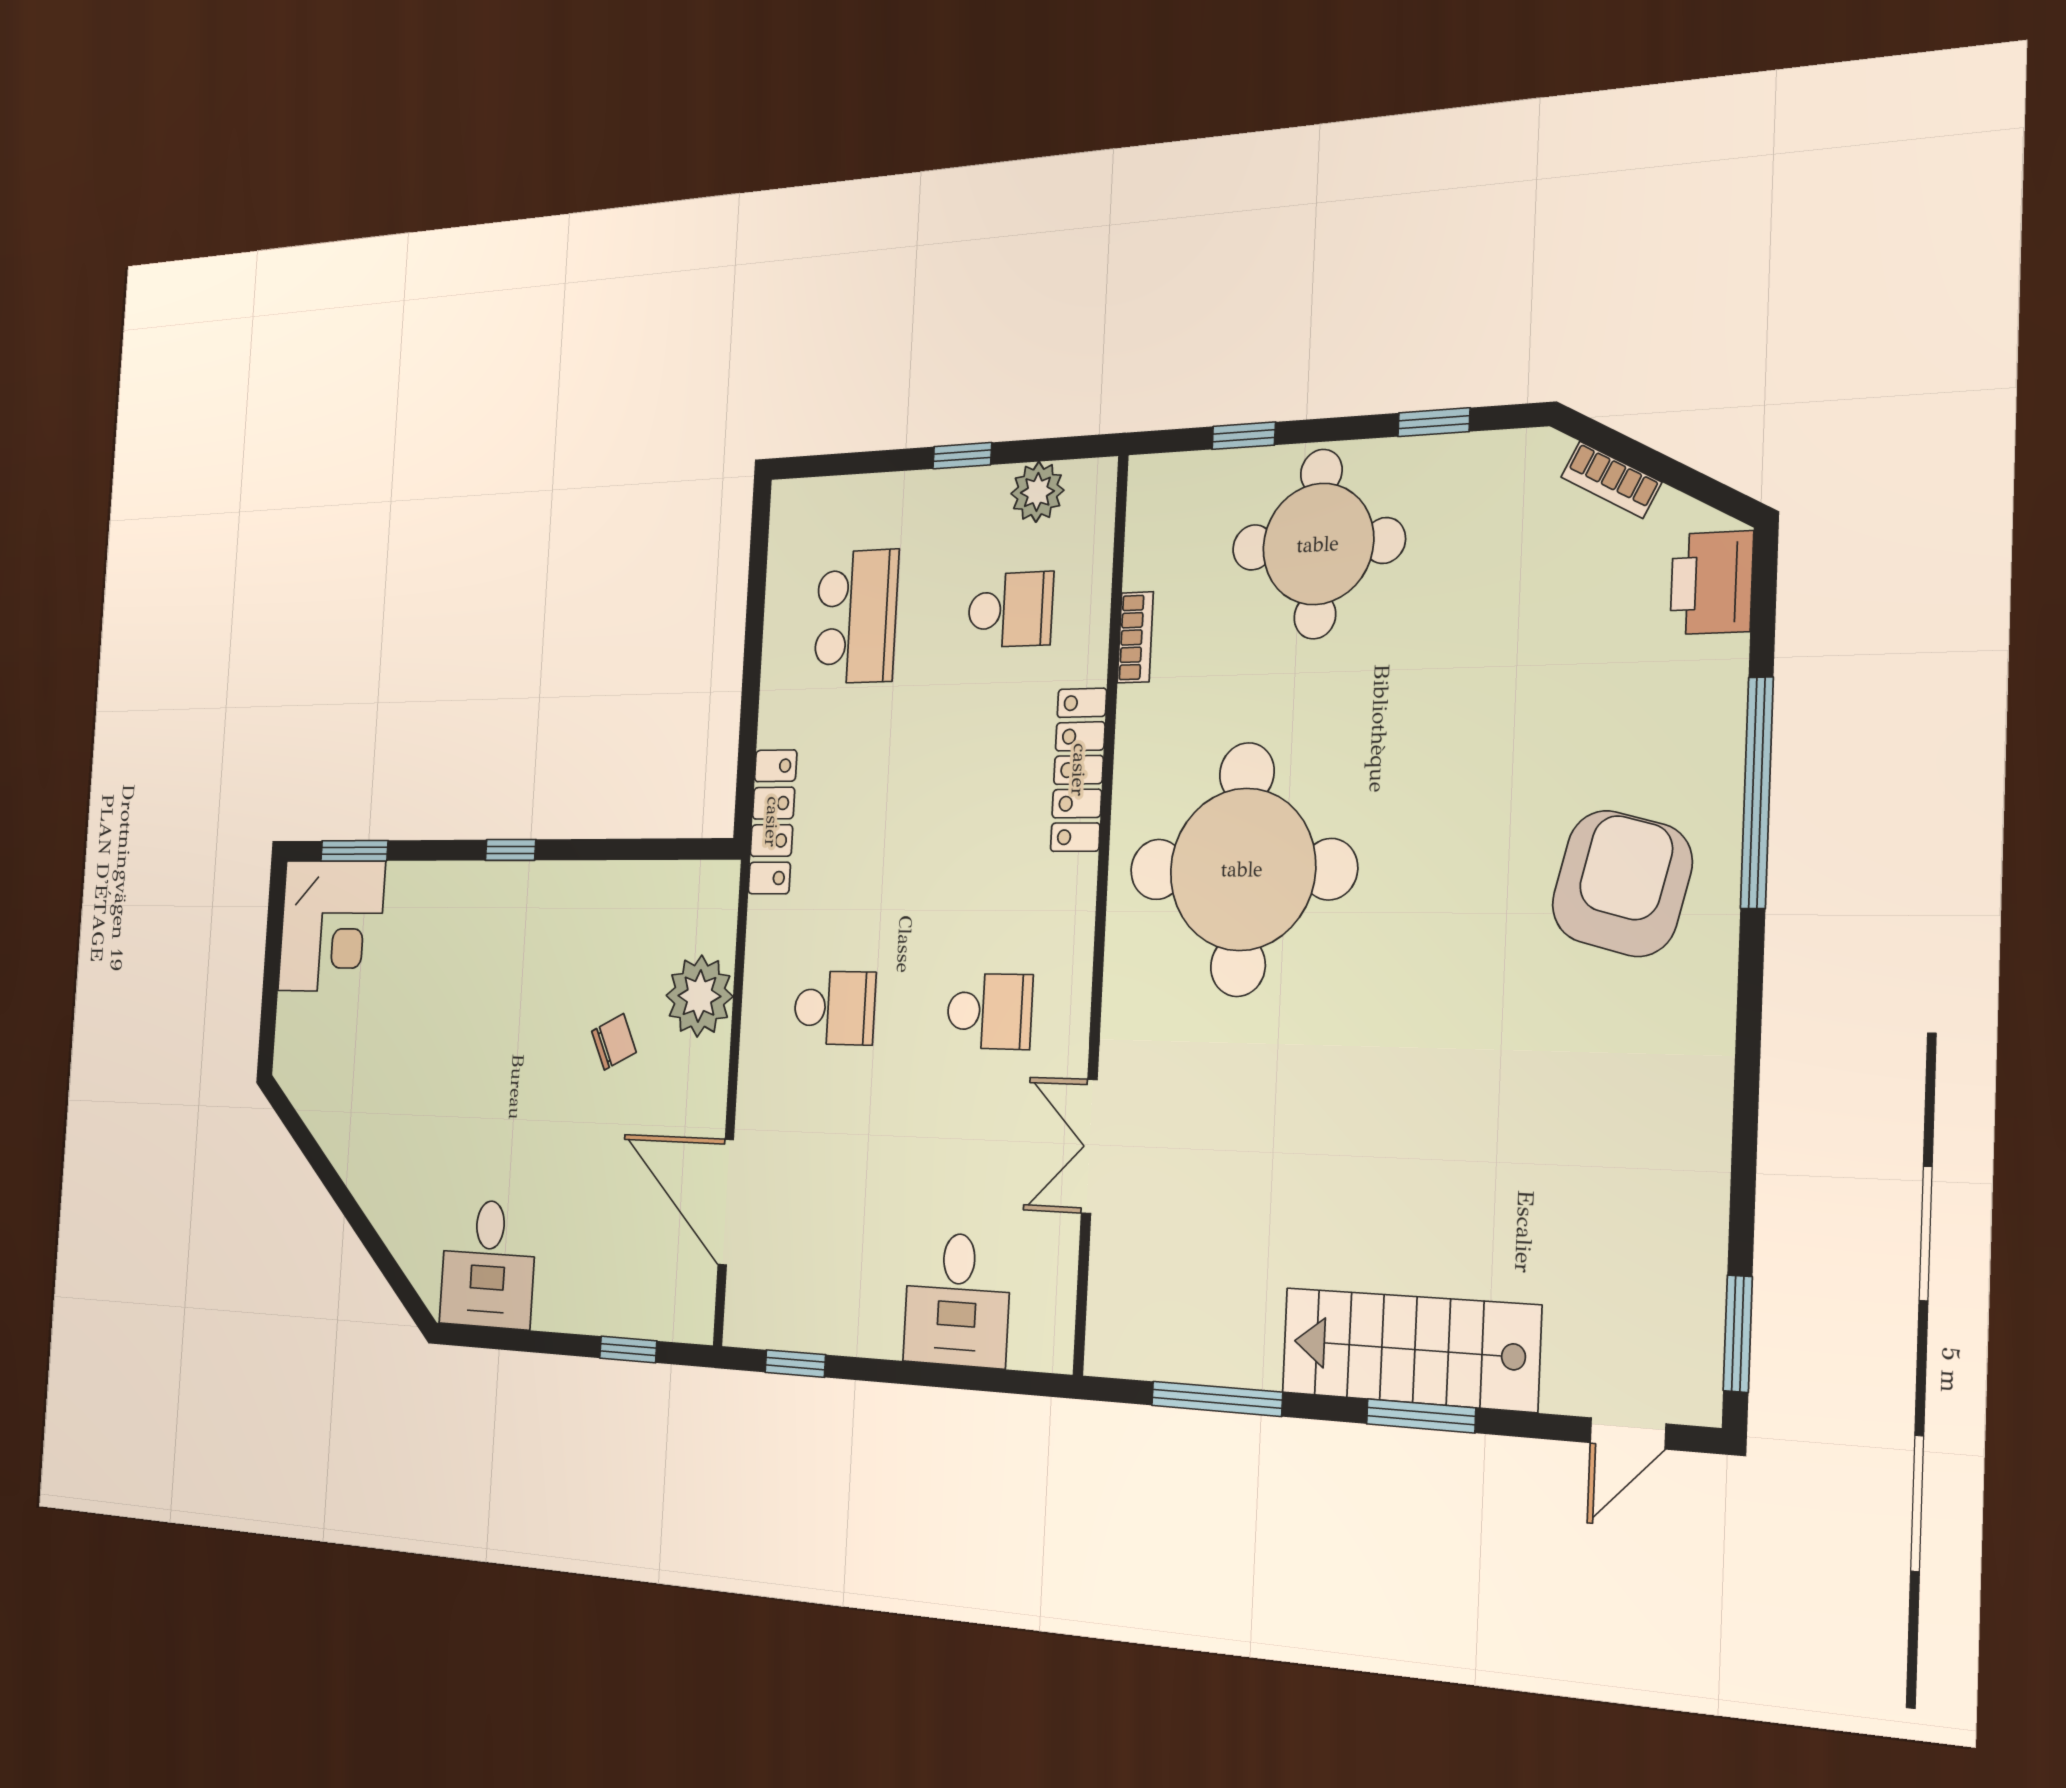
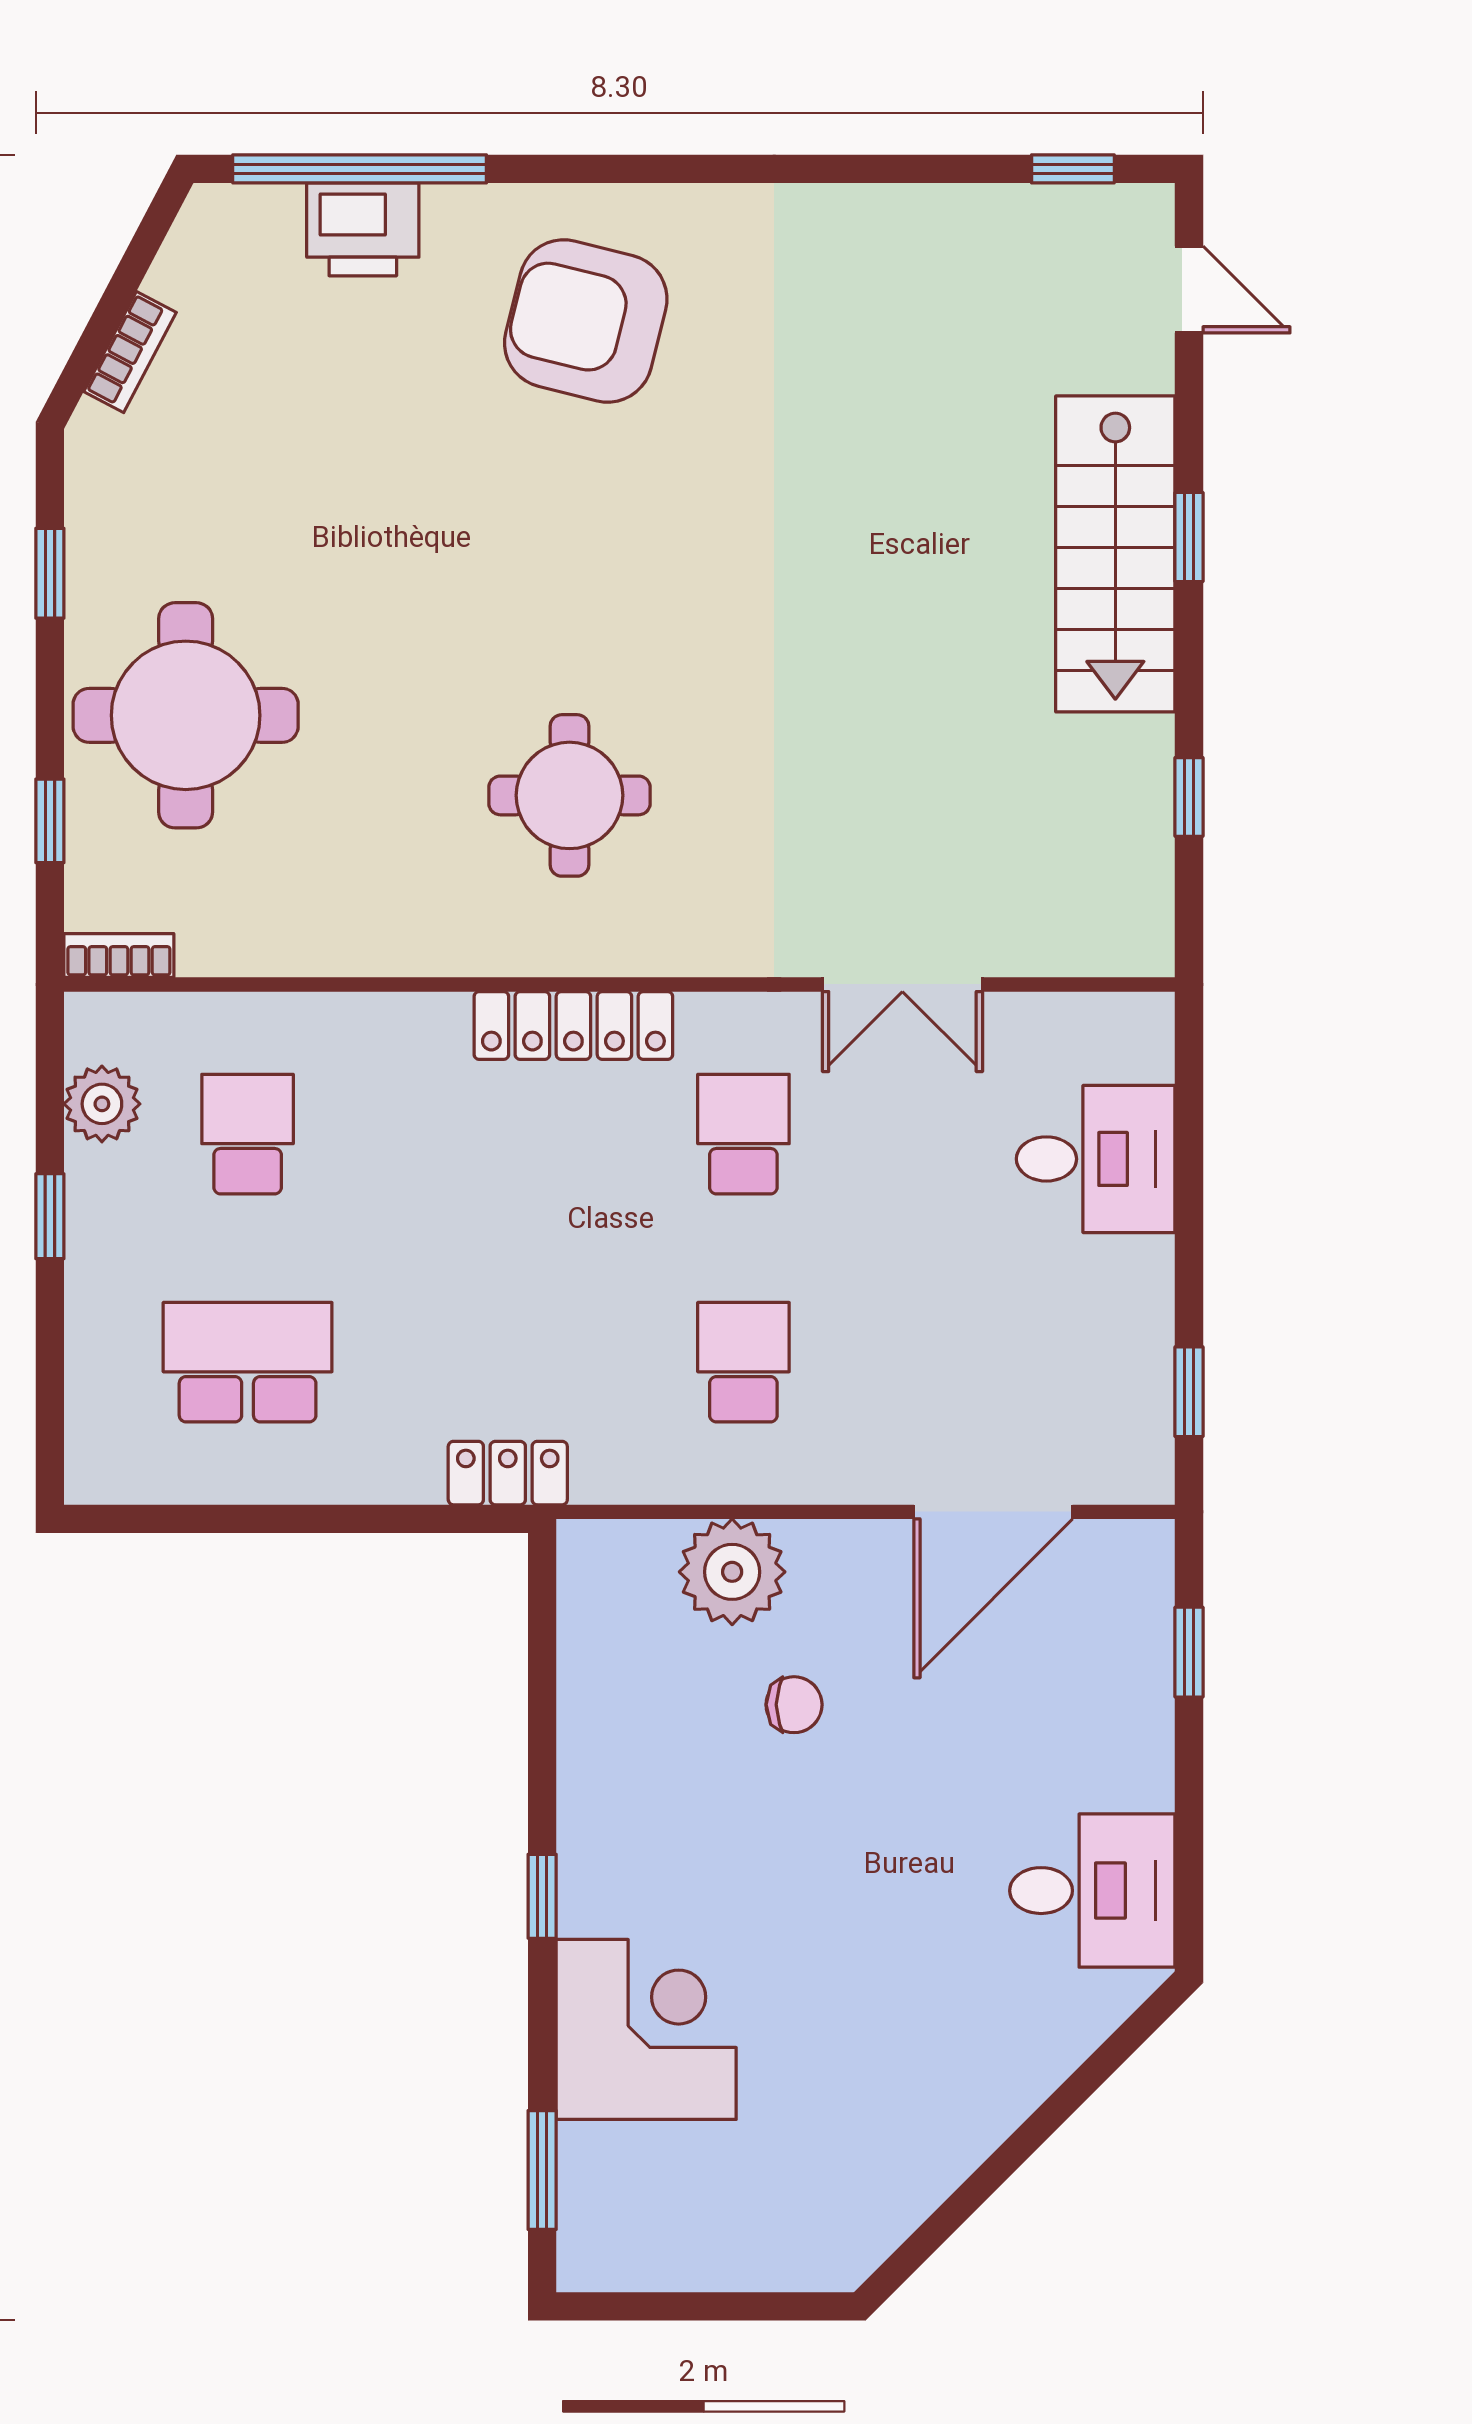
printer: (1712, 583) -> (363, 229), moved
bookcase: (1135, 637) -> (119, 955), moved
locker: (1079, 770) -> (573, 1025), moved
window: (1757, 793) -> (360, 169), moved
locker: (772, 822) -> (508, 1473), width x0.66
round table: (1242, 869) -> (569, 795), width x0.54, depth x0.54
corner desk: (331, 926) -> (646, 2029), moved
chair: (614, 1042) -> (794, 1705), turned 116
window: (1738, 1334) -> (1073, 169), width x0.67
window: (1217, 1399) -> (1189, 797), width x0.46
window: (1421, 1416) -> (1189, 537), width x0.67

